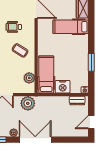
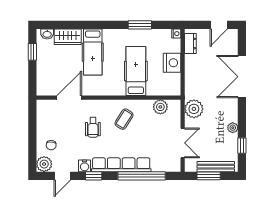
hospital bed: (46, 74) -> (136, 71), moved, turned 90
door: (91, 122) -> (219, 25), hinge flipped
double door: (35, 140) -> (242, 77), moved

